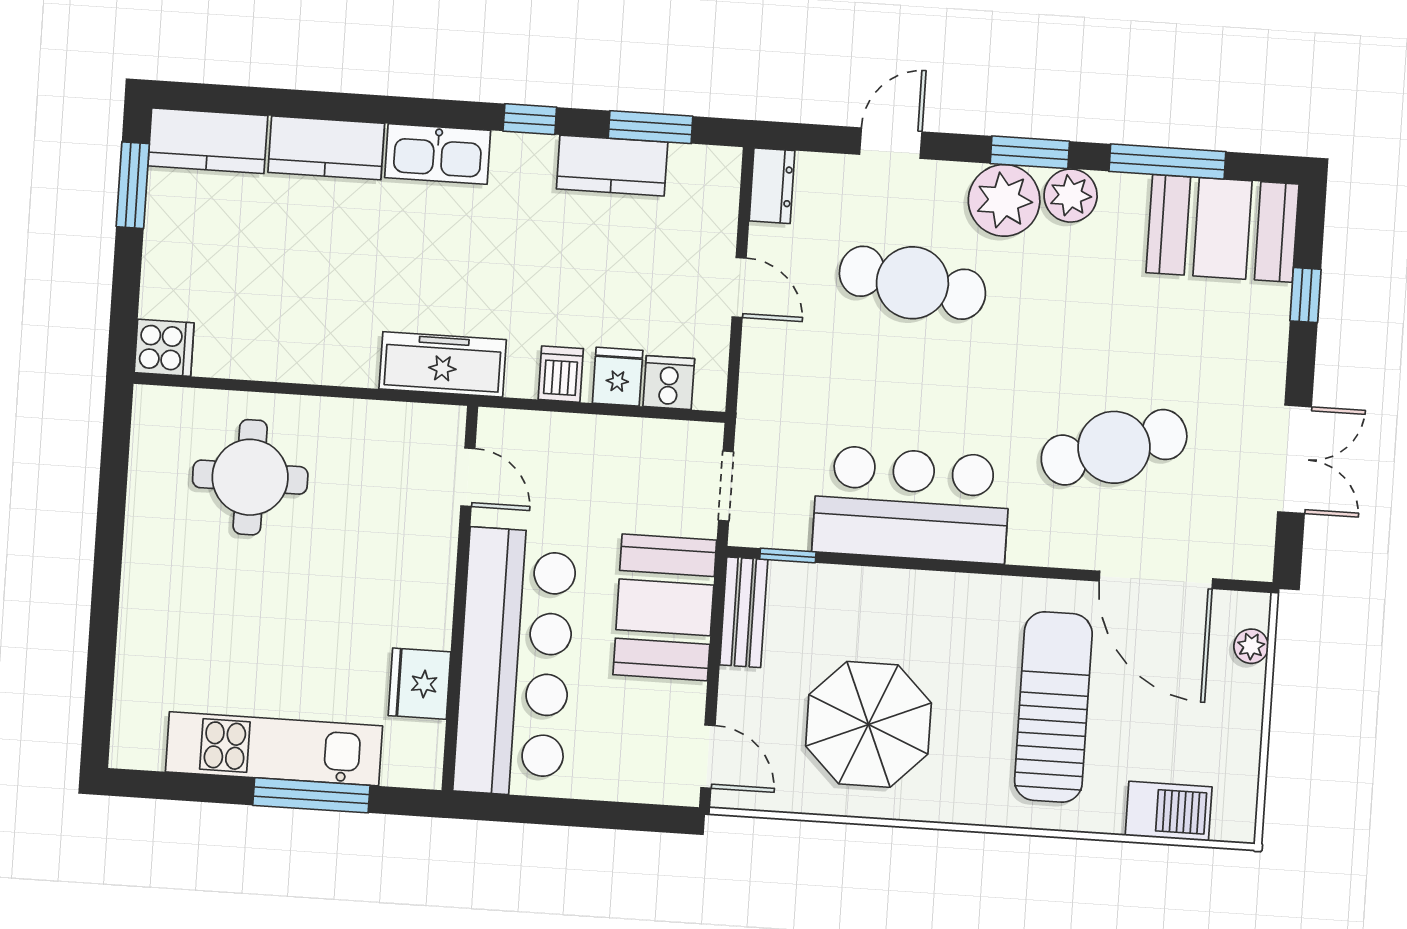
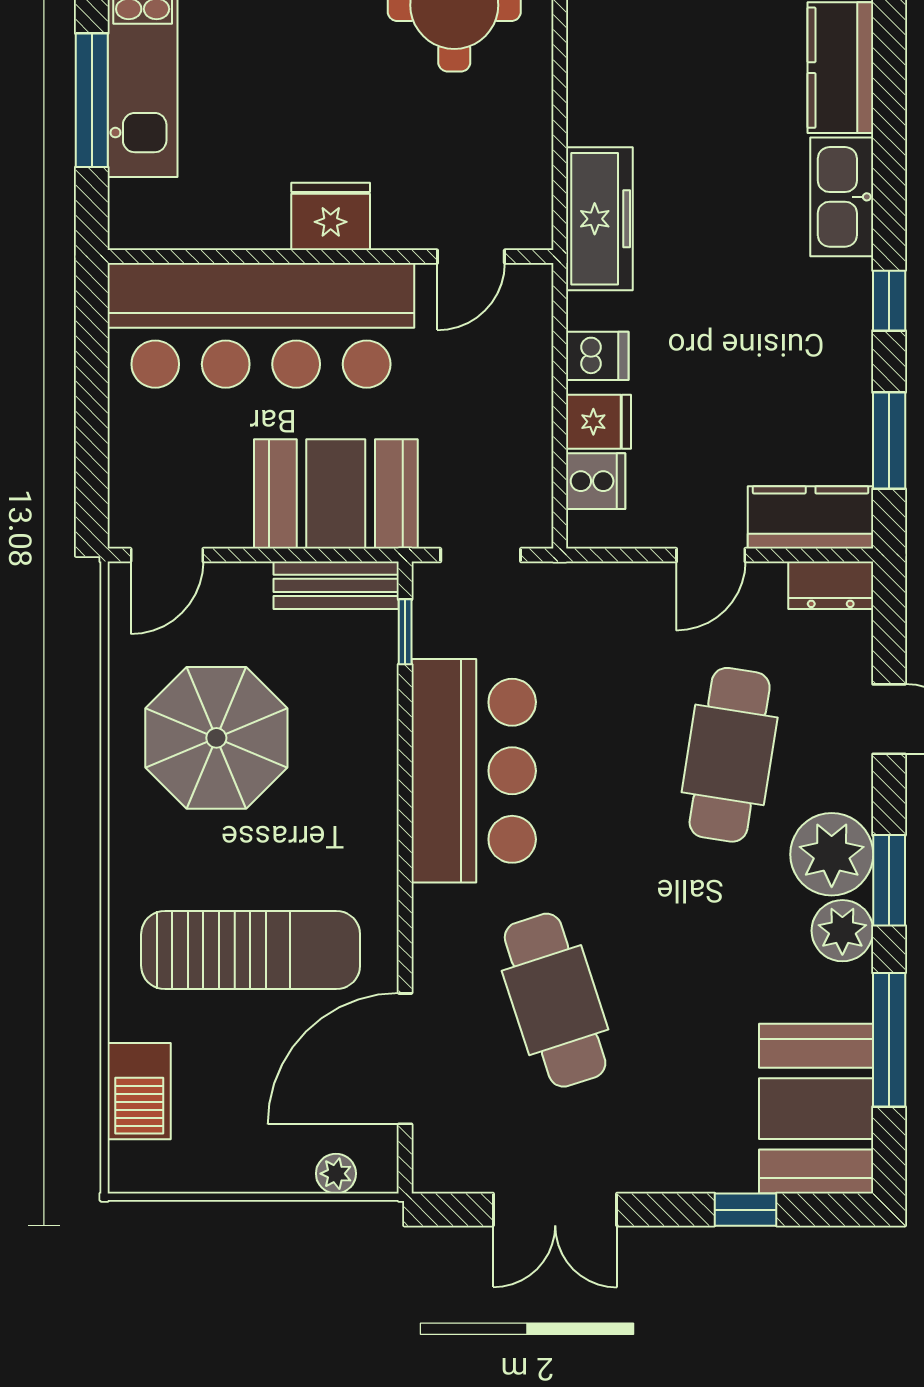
kitchen counter: (612, 166) -> (811, 517), moved, turned 90
fridge: (419, 684) -> (331, 216), moved

